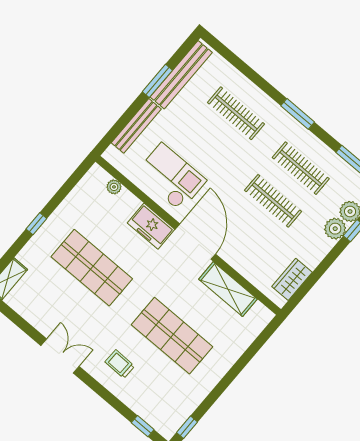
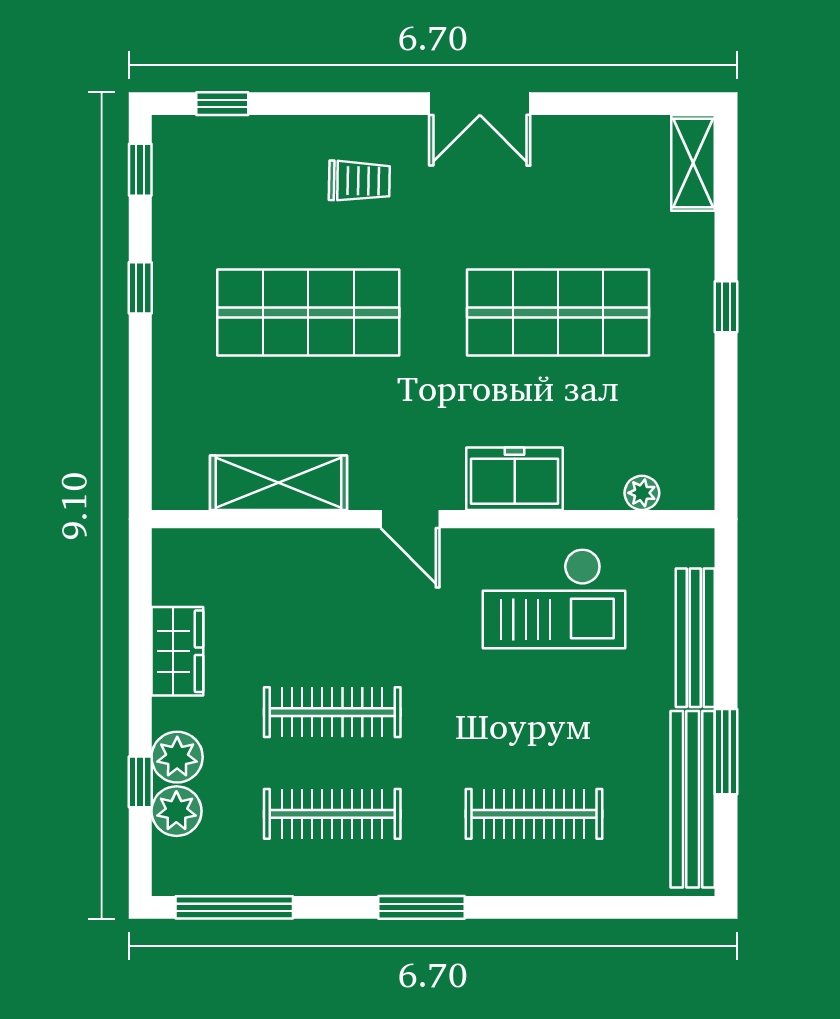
door: (196, 242) -> (410, 519), width x0.53
wardrobe: (292, 279) -> (177, 651), moved
window: (219, 389) -> (140, 288), added

